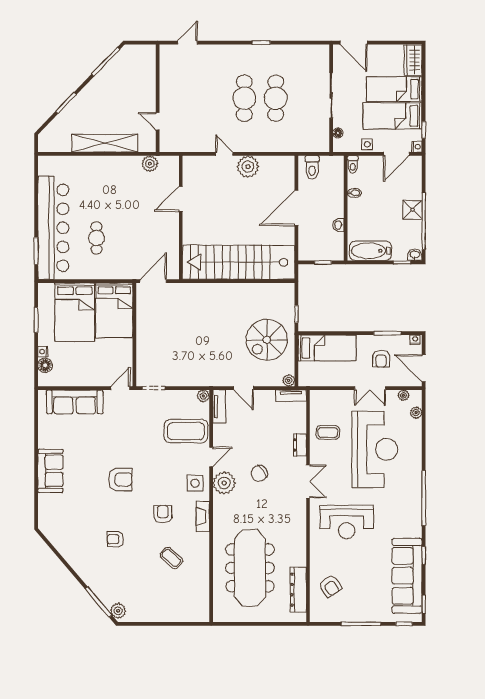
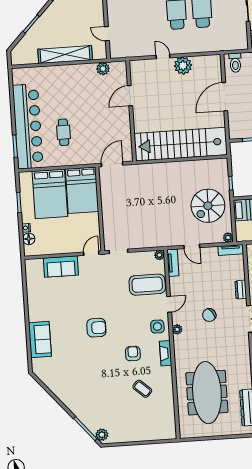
sofa: (75, 402) -> (61, 267), width x0.73
sofa: (50, 471) -> (40, 339), moved
plant: (224, 483) -> (177, 329), width x0.53, depth x0.53
armchair: (115, 539) -> (96, 377), removed

